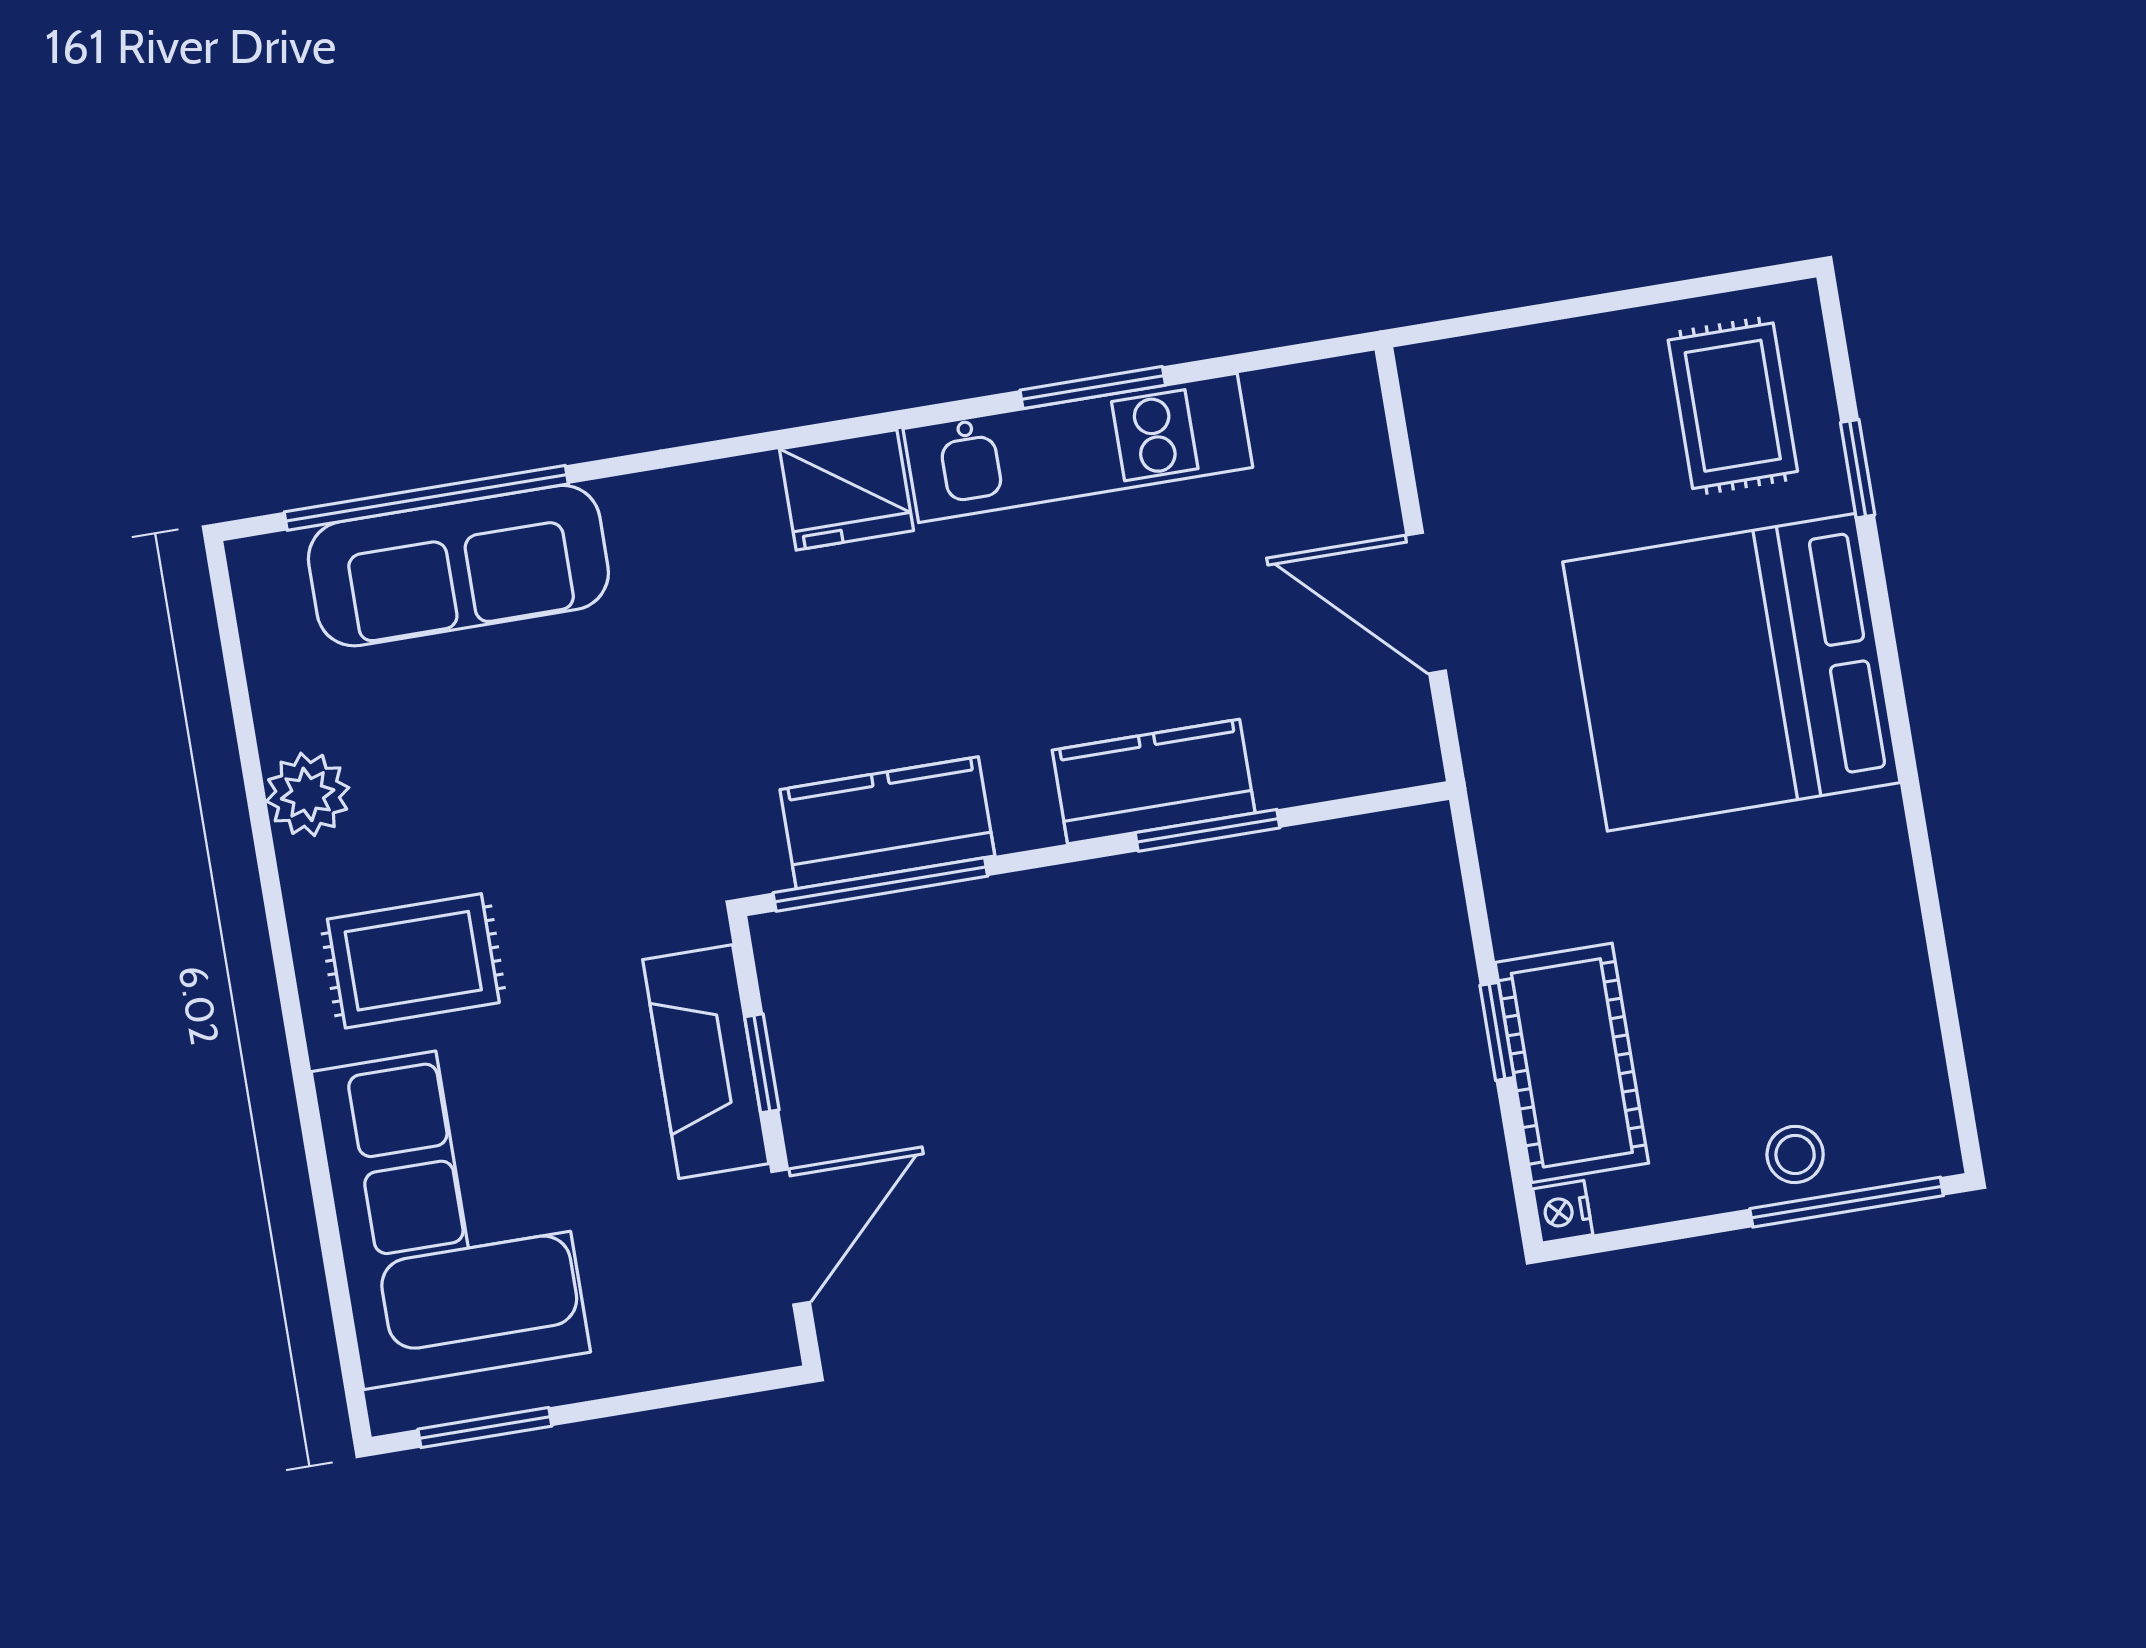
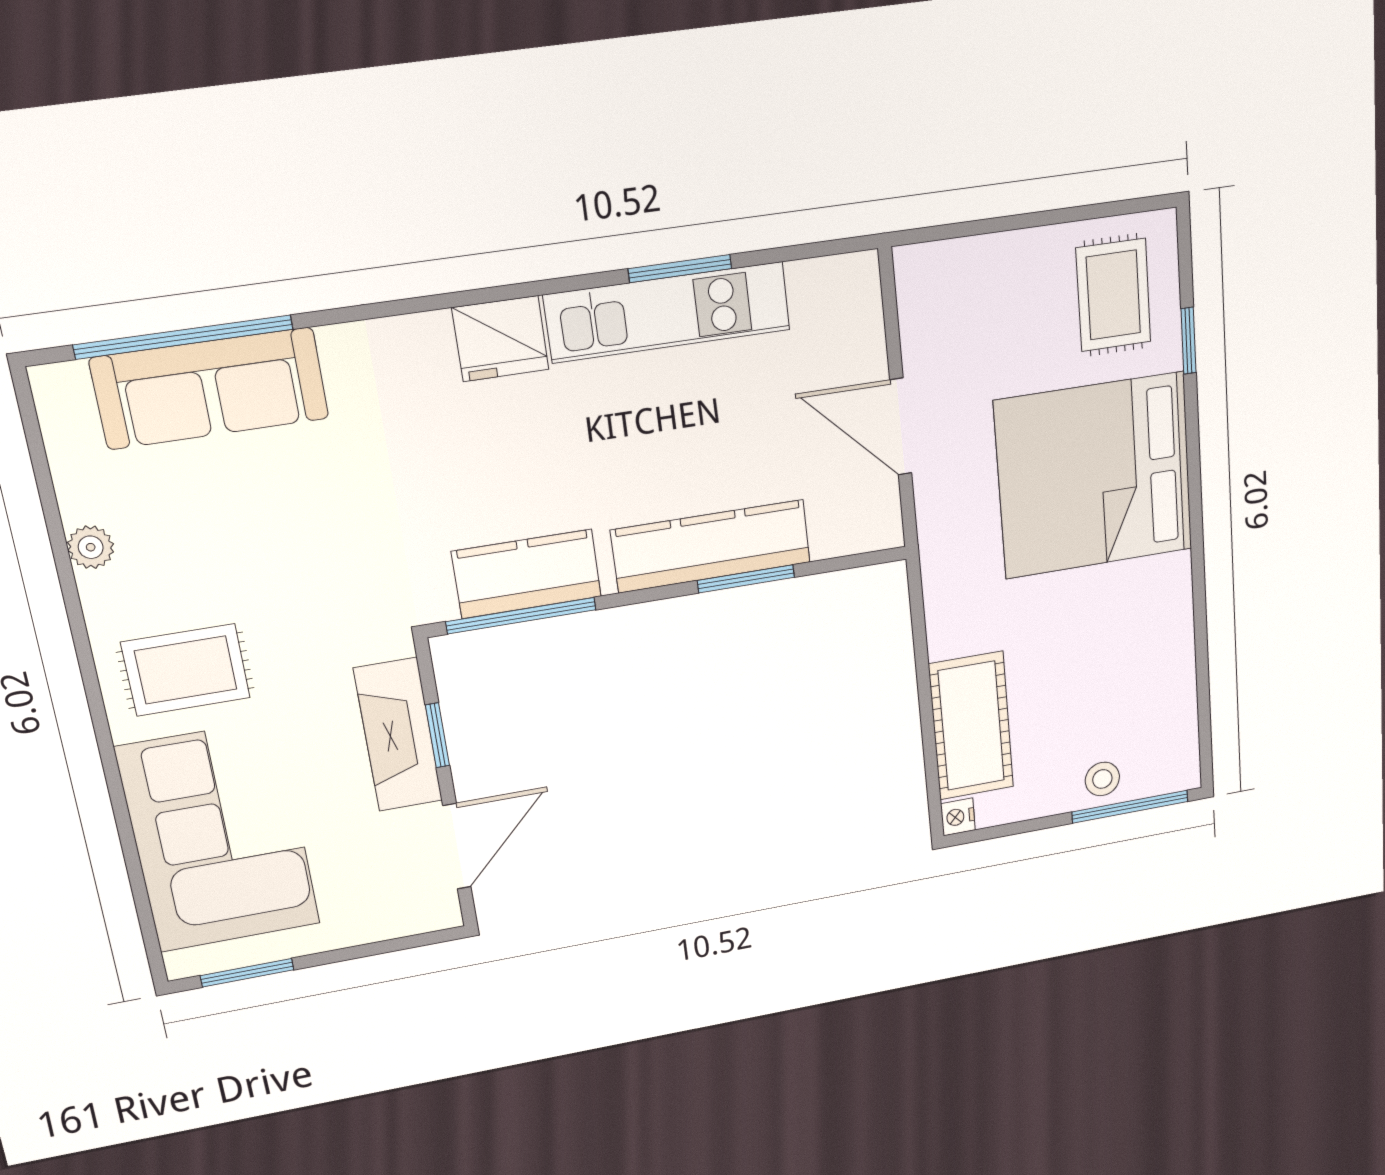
kitchen counter: (1154, 782) -> (711, 546), width x1.50
plant: (308, 794) -> (91, 547), width x0.73, depth x0.73
window: (1497, 1031) -> (926, 707), removed

